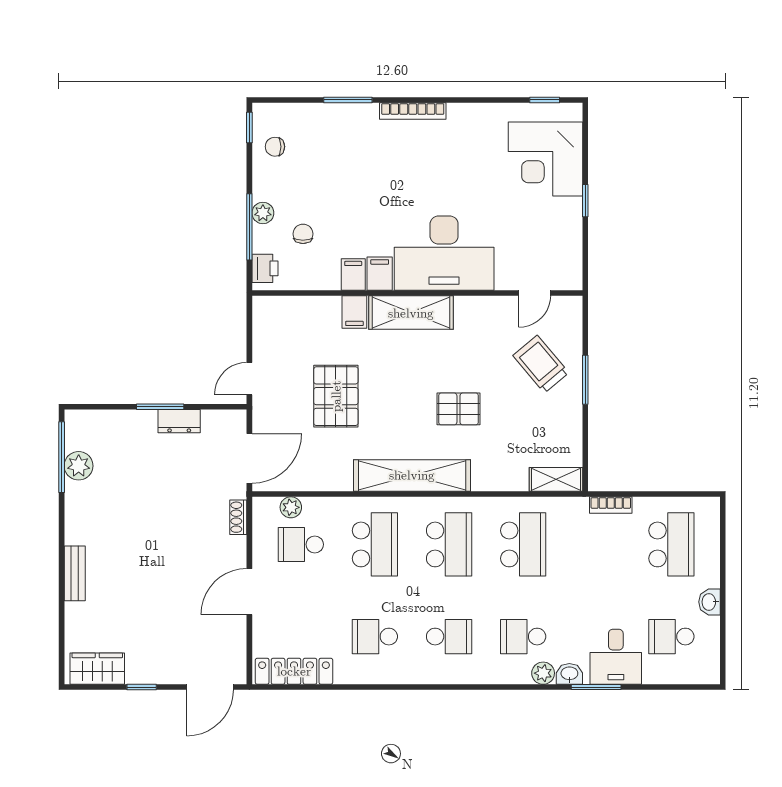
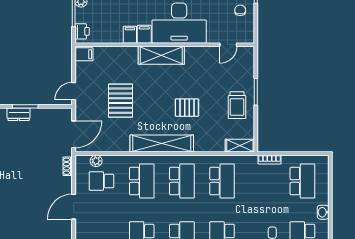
chair: (303, 234) -> (240, 10), moved
filing cabinet: (354, 312) -> (84, 54), moved, turned -90
trolley: (541, 364) -> (237, 105), moved, turned -140
dresser: (179, 421) -> (19, 114), moved

